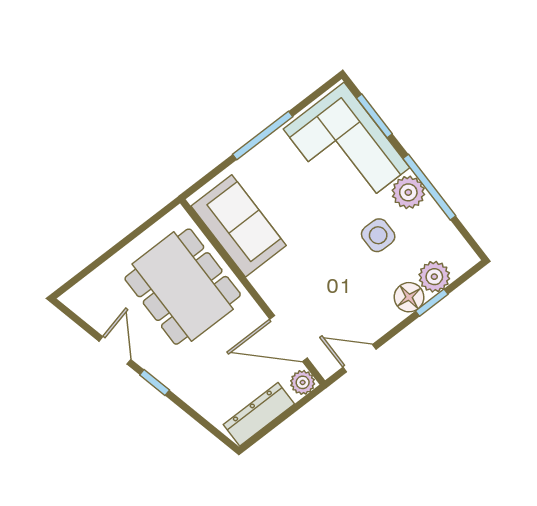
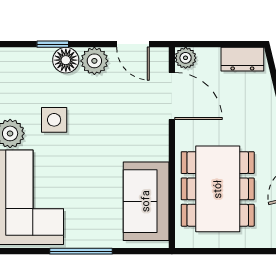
plant: (434, 277) -> (94, 61), moved
dresser: (259, 414) -> (242, 59), width x0.70

